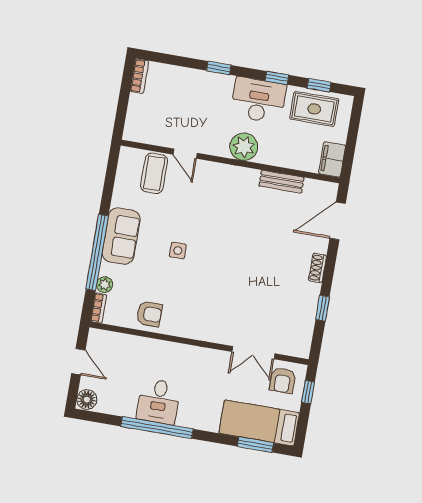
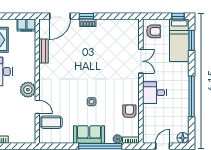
plant: (244, 147) -> (28, 90), moved
door: (185, 154) -> (37, 107), hinge flipped
door: (338, 221) -> (60, 16), hinge flipped
window: (323, 308) -> (86, 16), moved
double door: (253, 353) -> (141, 61), moved
window: (308, 392) -> (178, 16), moved
desk: (159, 401) -> (154, 93), moved, turned 180

